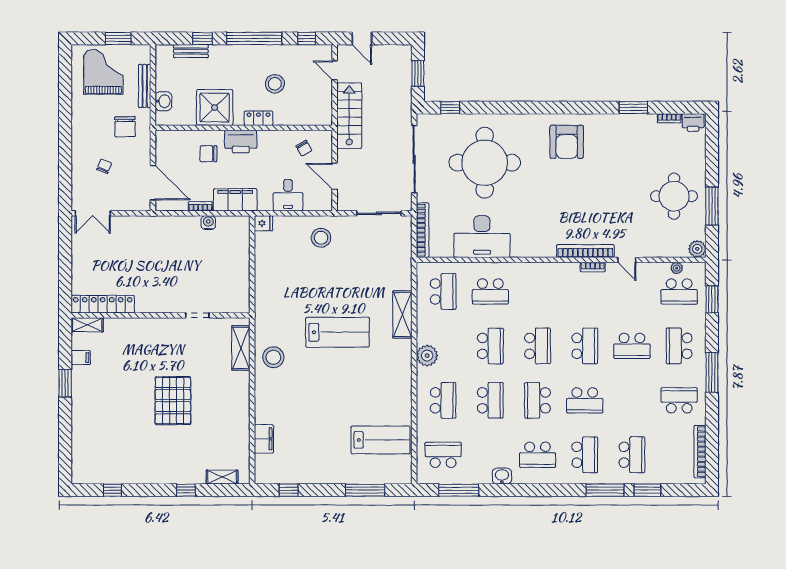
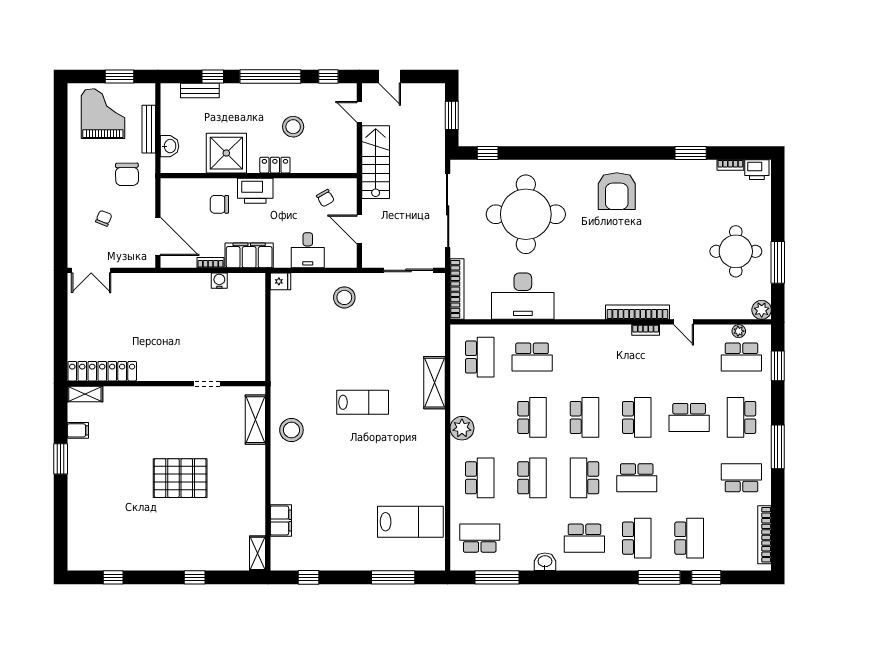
lab bench: (337, 332) -> (363, 402), width x0.73, depth x0.72
pallet: (173, 401) -> (180, 478), turned 90
shelving: (222, 477) -> (257, 553), moved, turned 90

